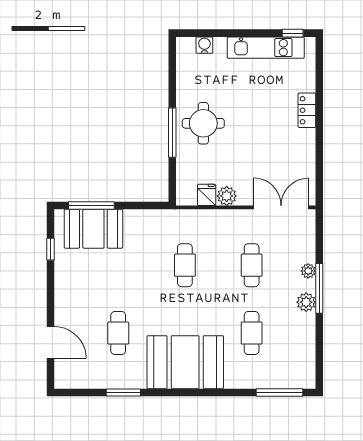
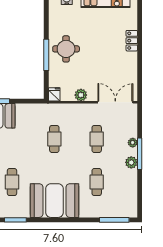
fridge: (207, 195) -> (54, 94), moved

